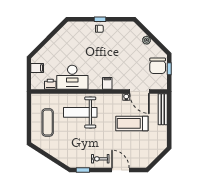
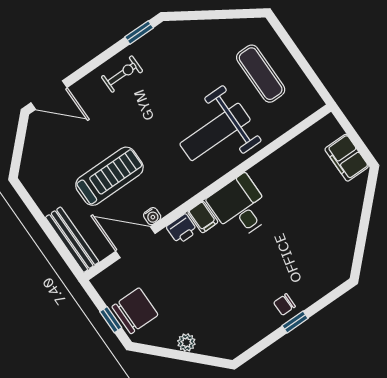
chair: (158, 66) -> (135, 311), turned 90
filing cabinet: (37, 68) -> (347, 158), width x2.00
desk: (72, 77) -> (240, 207), moved, width x0.73
printer: (50, 84) -> (182, 229), moved
weight bench: (80, 112) -> (215, 132), turned 180
door: (120, 170) -> (49, 95), moved

